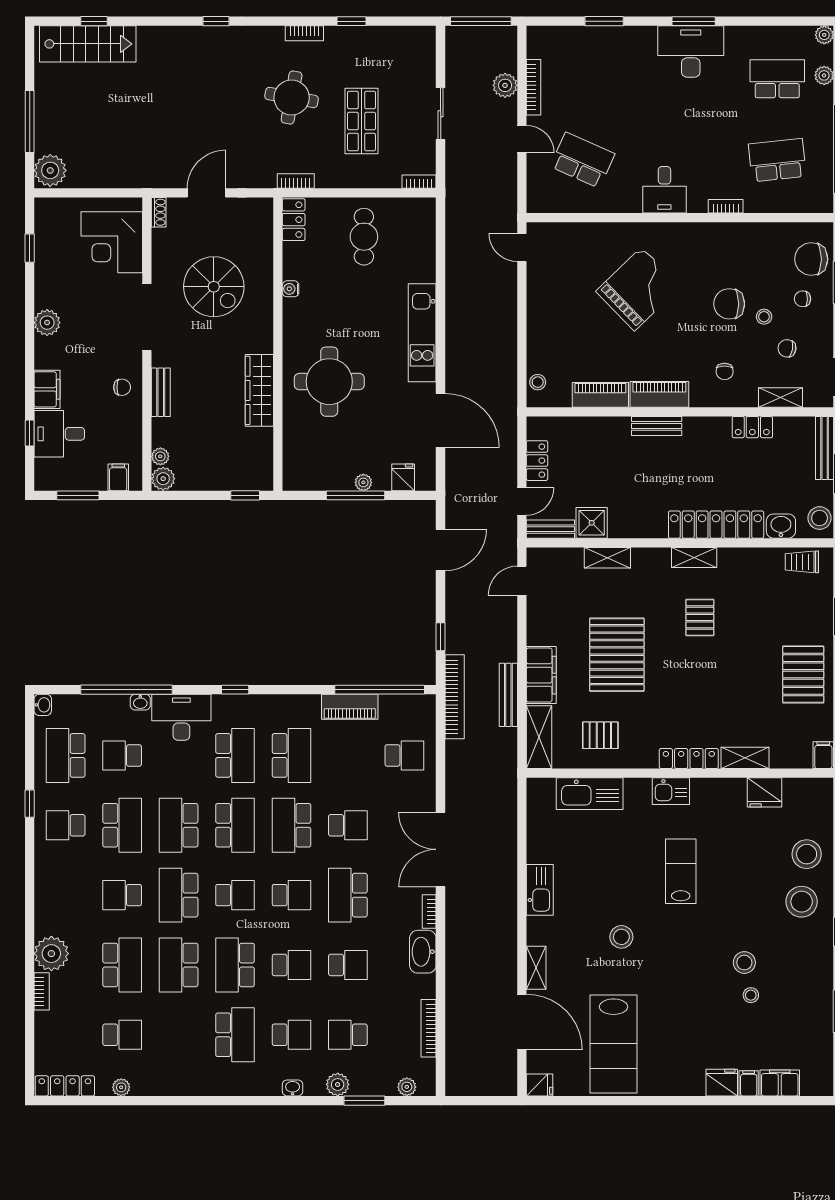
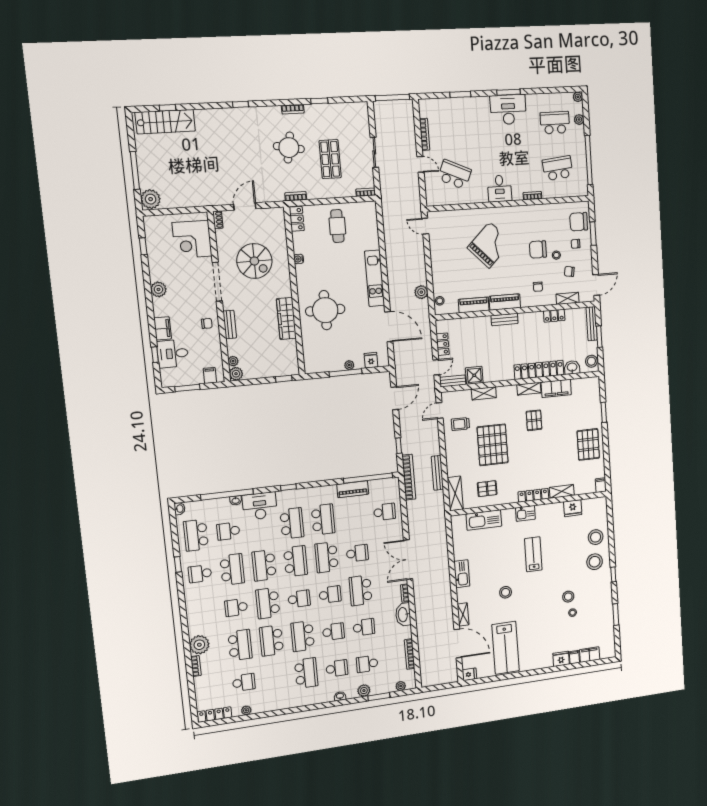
plant: (505, 85) -> (421, 292), moved
trolley: (802, 562) -> (460, 424), moved
filing cabinet: (541, 675) -> (556, 388), moved, turned 90

